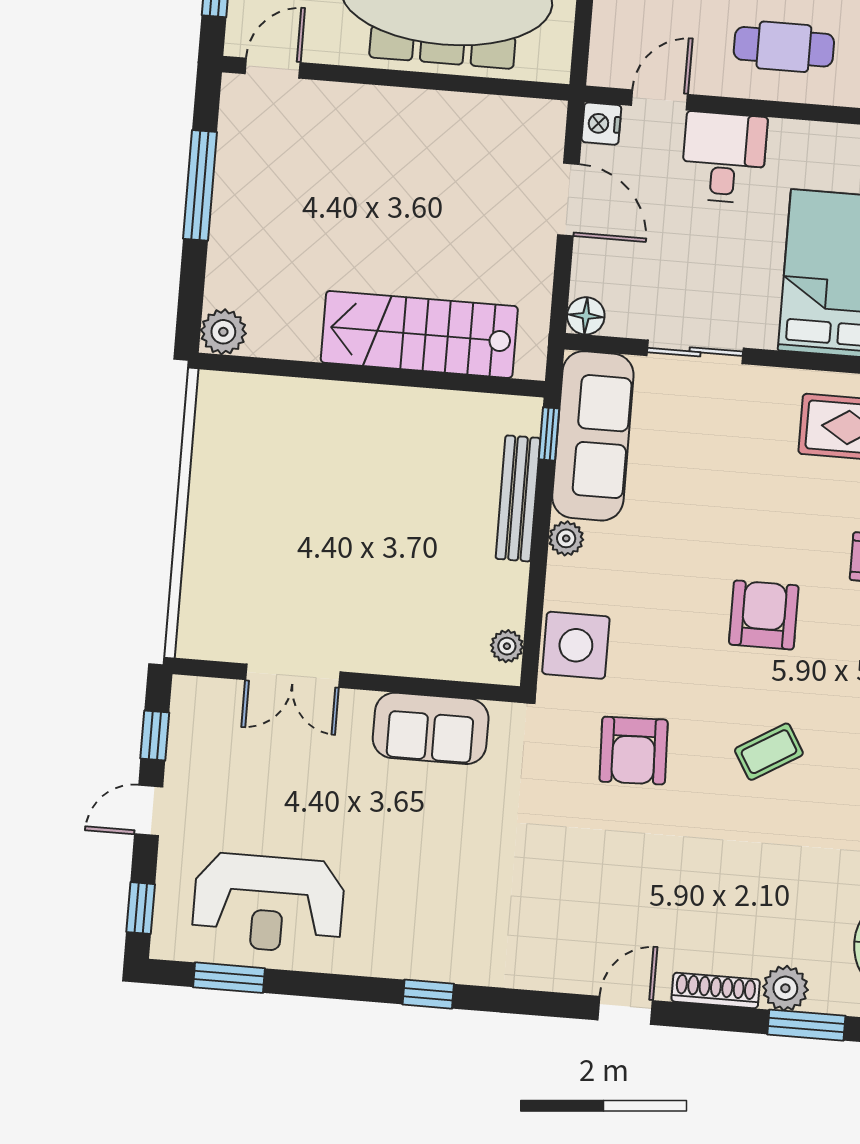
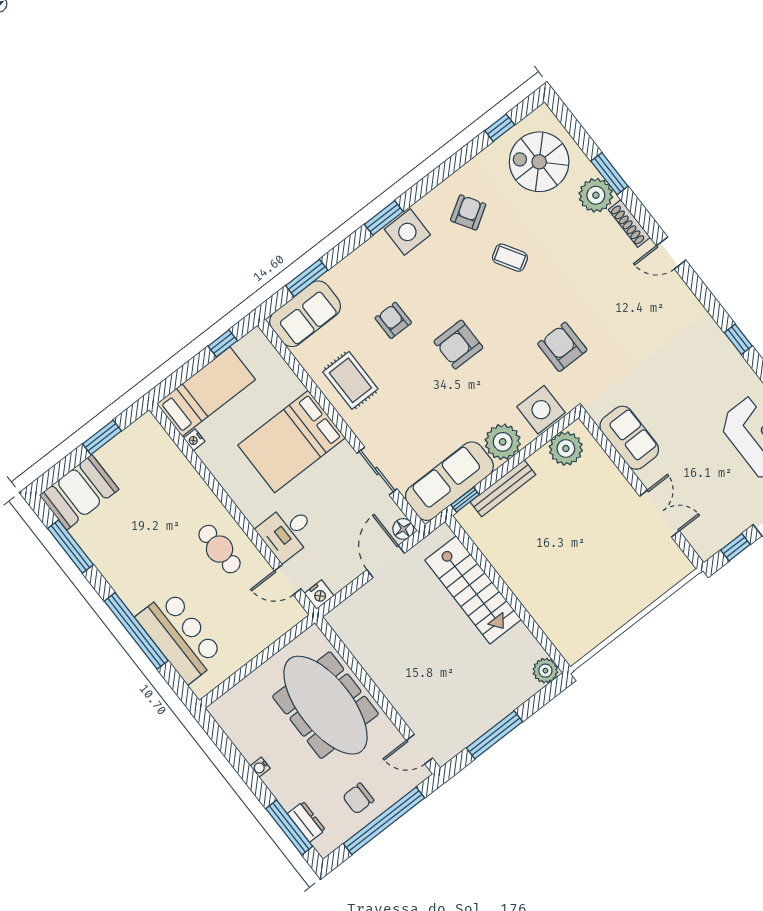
door: (568, 199) -> (386, 562), moved
plant: (566, 538) -> (503, 442), width x1.87, depth x1.87
plant: (507, 646) -> (566, 449), width x1.88, depth x1.88
armchair: (634, 751) -> (562, 347), turned -88
coffee table: (769, 752) -> (510, 258), moved
plant: (785, 988) -> (596, 195), width x1.36, depth x1.36

